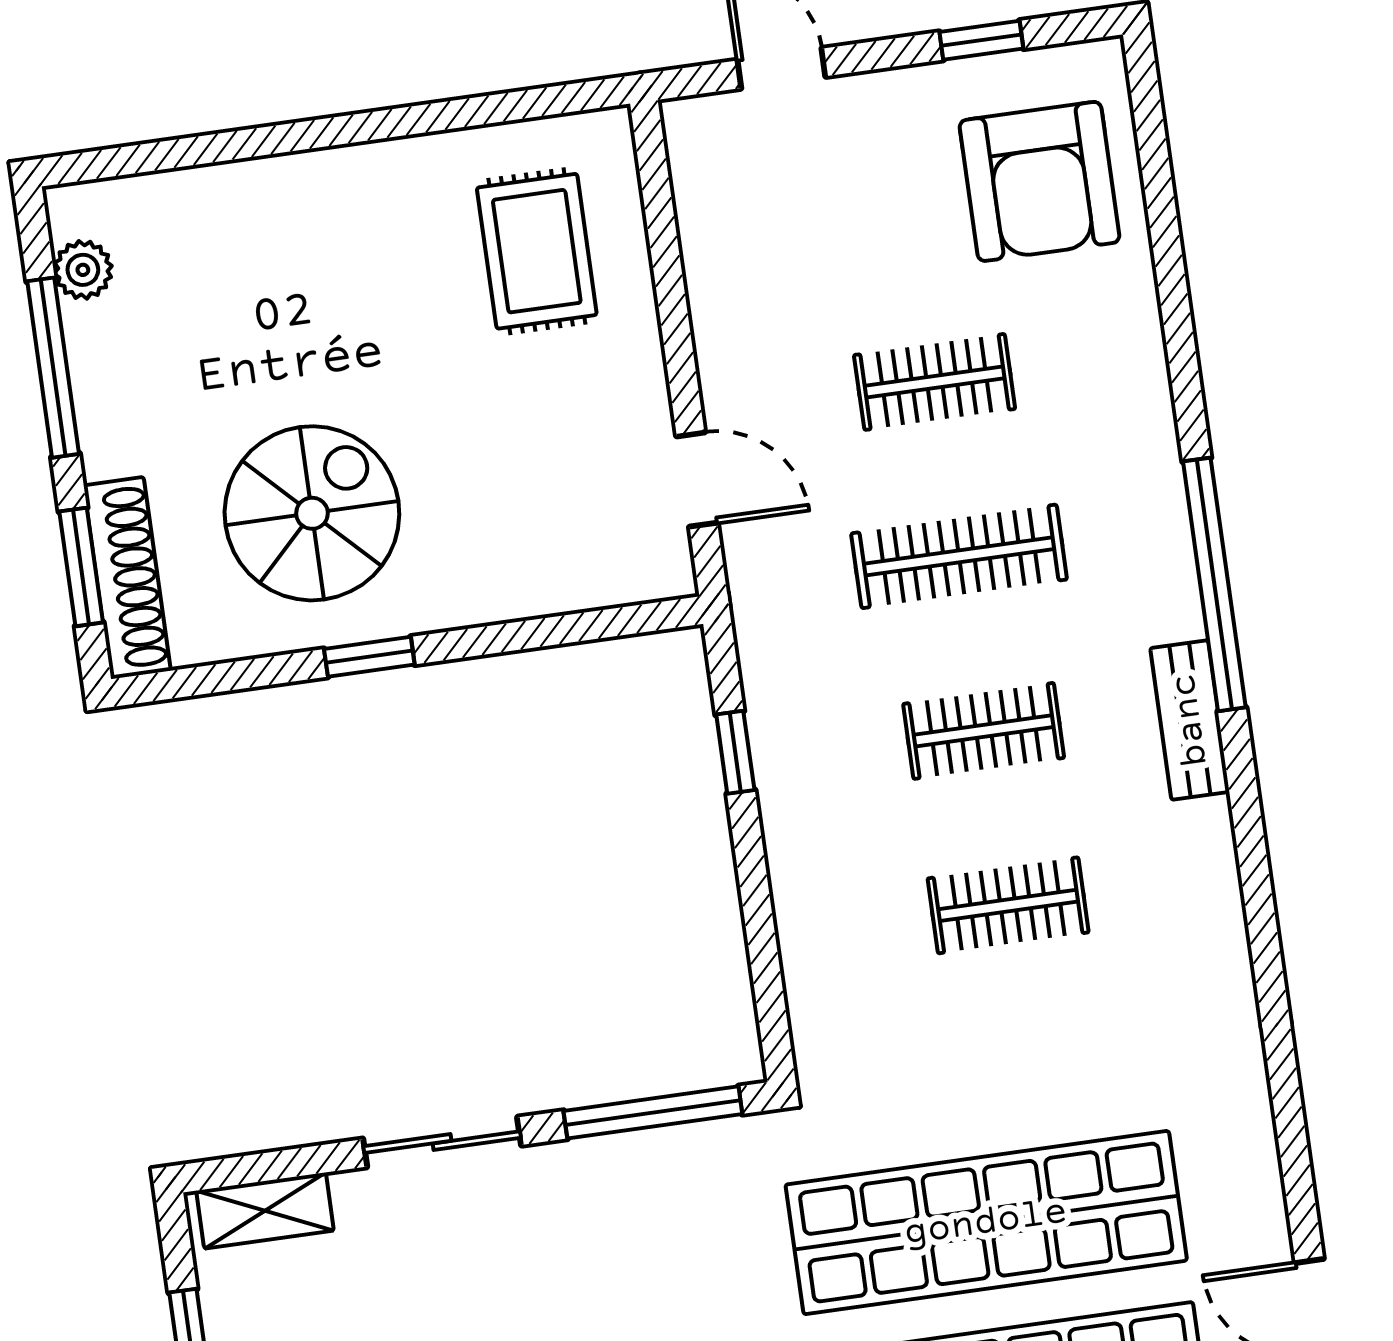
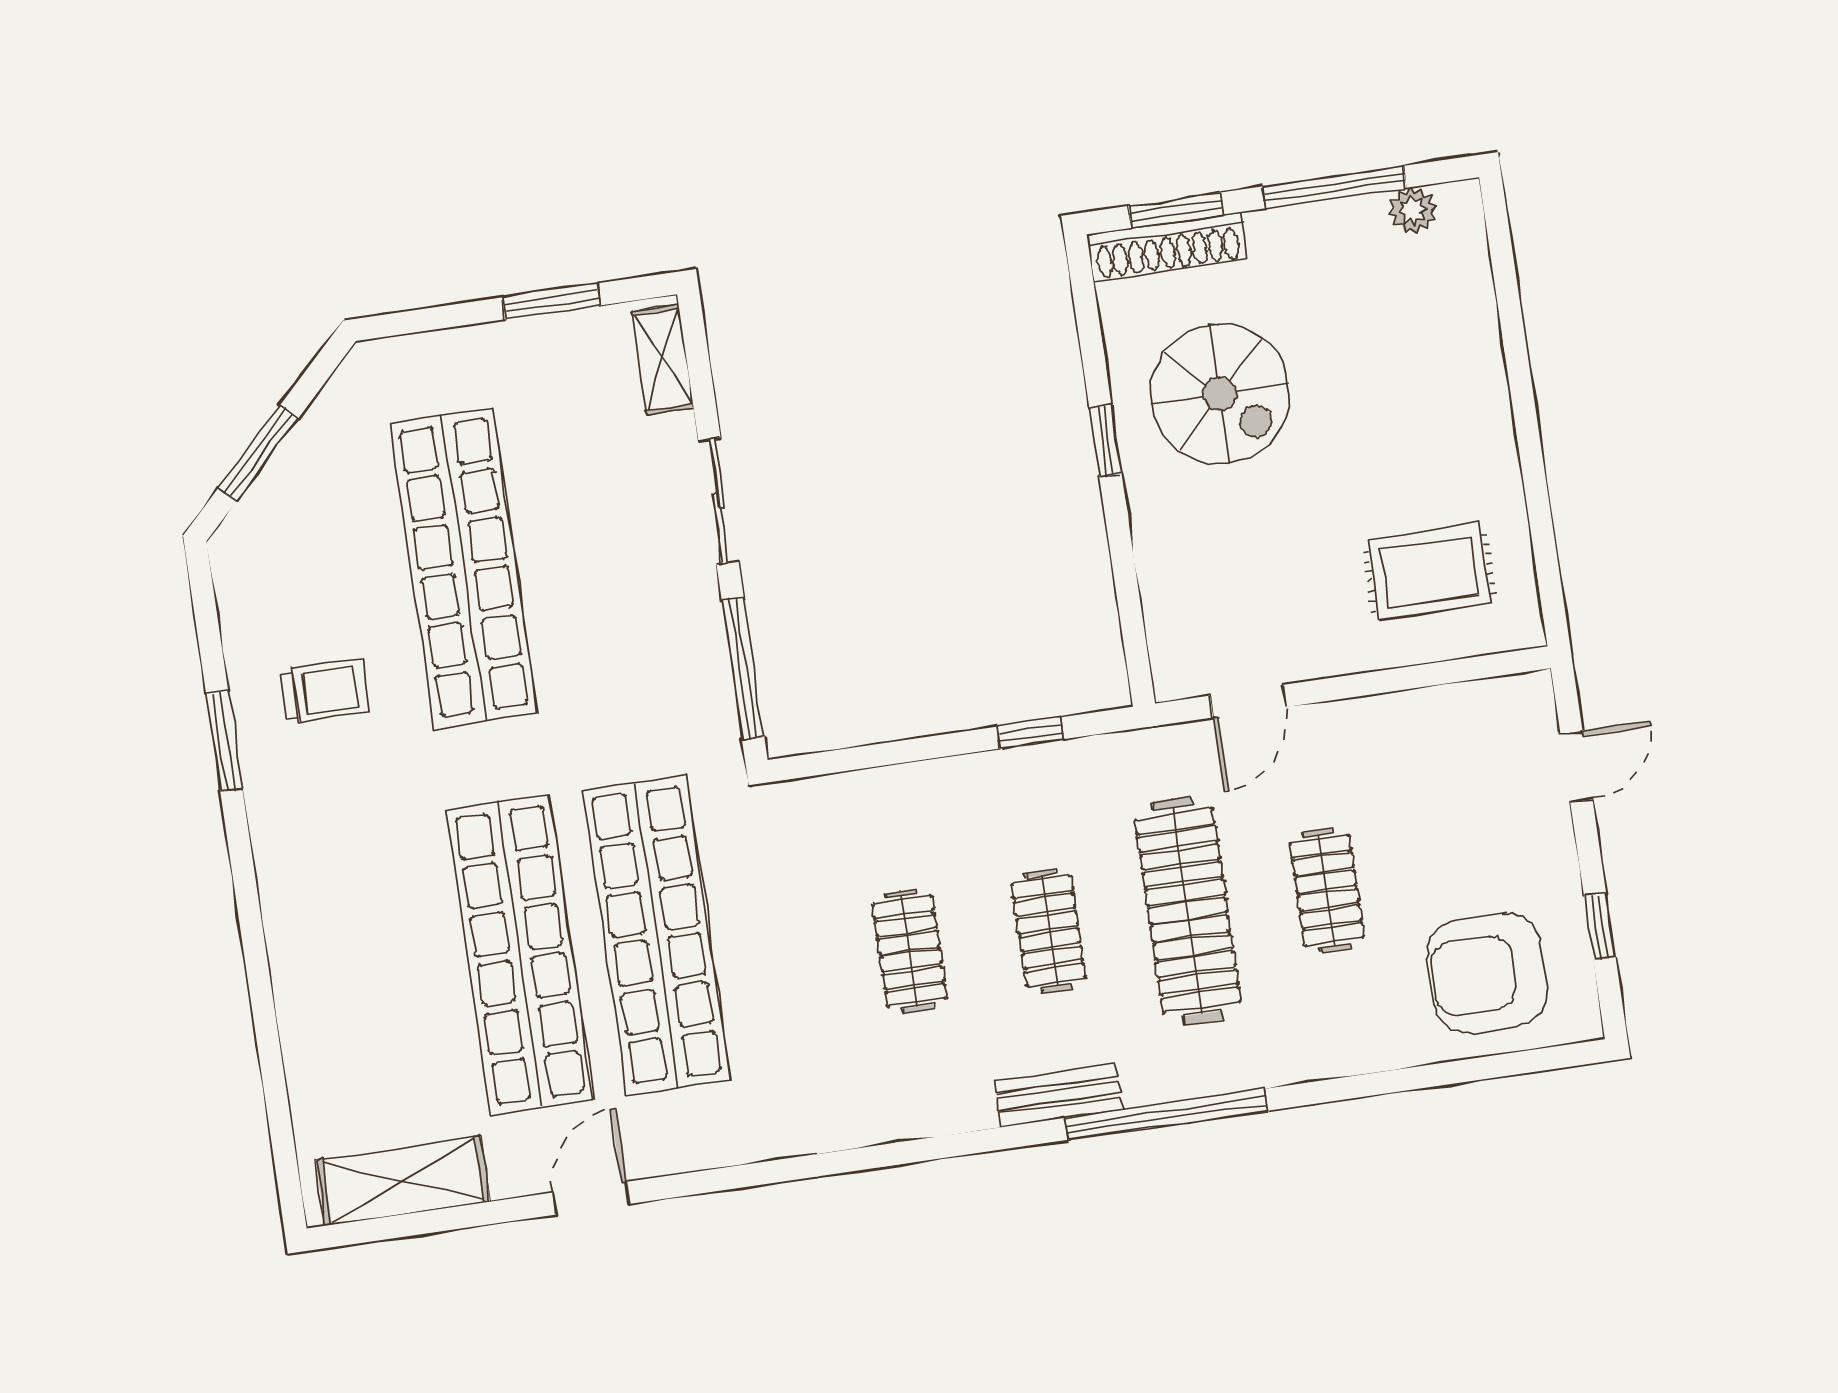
clothes rail: (959, 556) -> (1188, 911), width x1.37, depth x1.31

